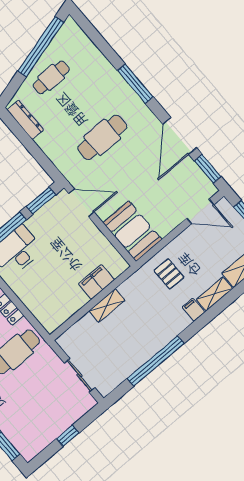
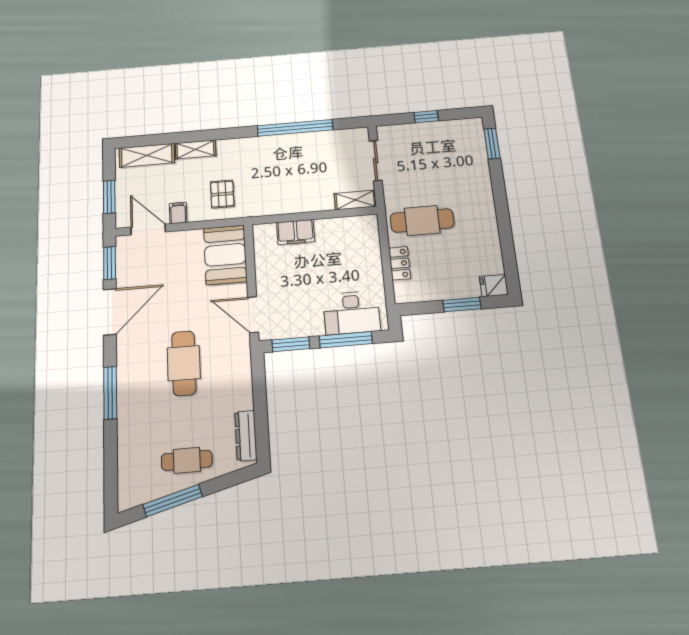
window: (41, 47) -> (173, 501), width x0.68
cafe table: (102, 137) -> (184, 363), turned 90
shelving: (107, 306) -> (355, 200), moved
filing cabinet: (194, 310) -> (178, 213), moved, turned 180

